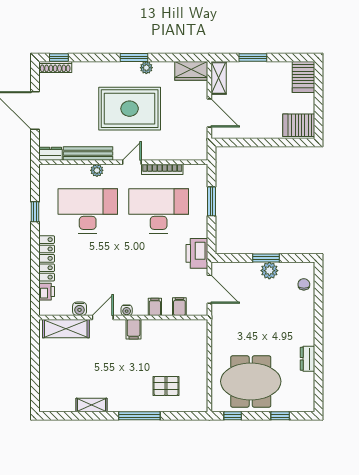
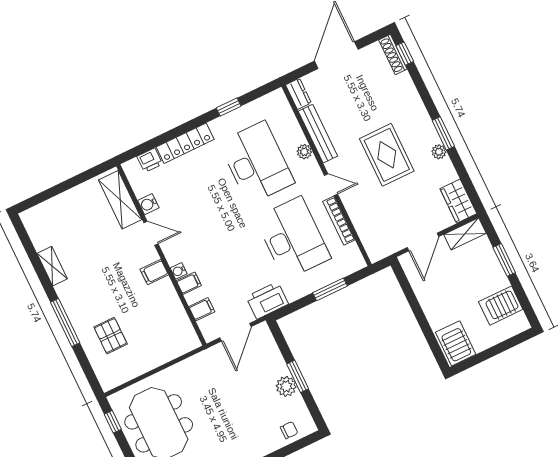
server rack: (304, 77) -> (501, 306), moved
rug: (130, 109) -> (387, 155), width x0.73, depth x0.69
water cooler: (127, 310) -> (179, 271), moved

